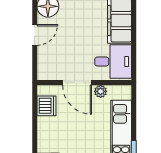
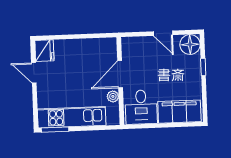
dishwasher: (46, 106) -> (98, 47), removed

